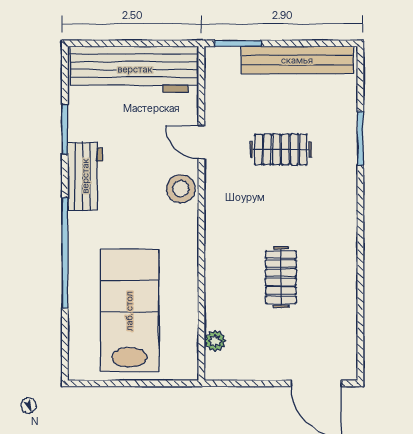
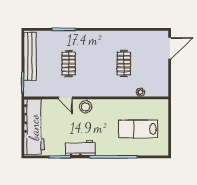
door: (201, 142) -> (65, 98), hinge flipped
clothes rail: (281, 277) -> (124, 64), turned 90
lab bench: (129, 311) -> (138, 129), width x0.73, depth x0.72
plant: (215, 341) -> (141, 92), moved

